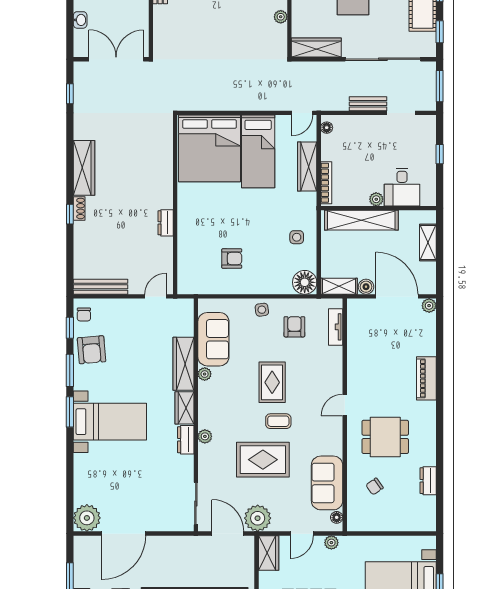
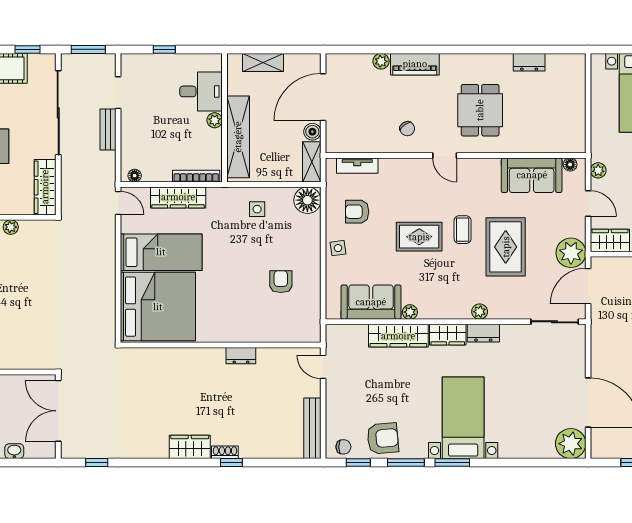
wardrobe: (84, 168) -> (190, 447), width x0.67
plant: (429, 306) -> (381, 61), moved
chair: (375, 486) -> (407, 129), moved

